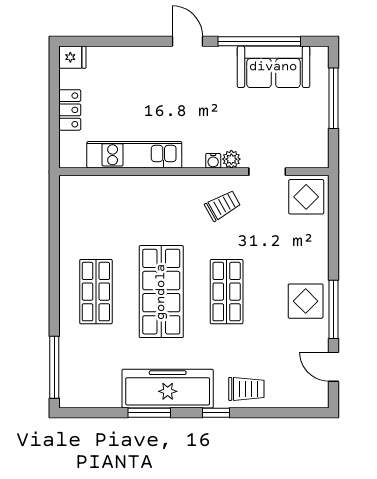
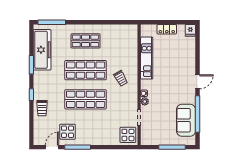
trolley: (223, 206) -> (121, 78), moved
shop shelf: (227, 292) -> (86, 99), width x1.43, depth x1.36
display table: (306, 301) -> (67, 132), moved
freezer: (168, 389) -> (42, 50), moved

